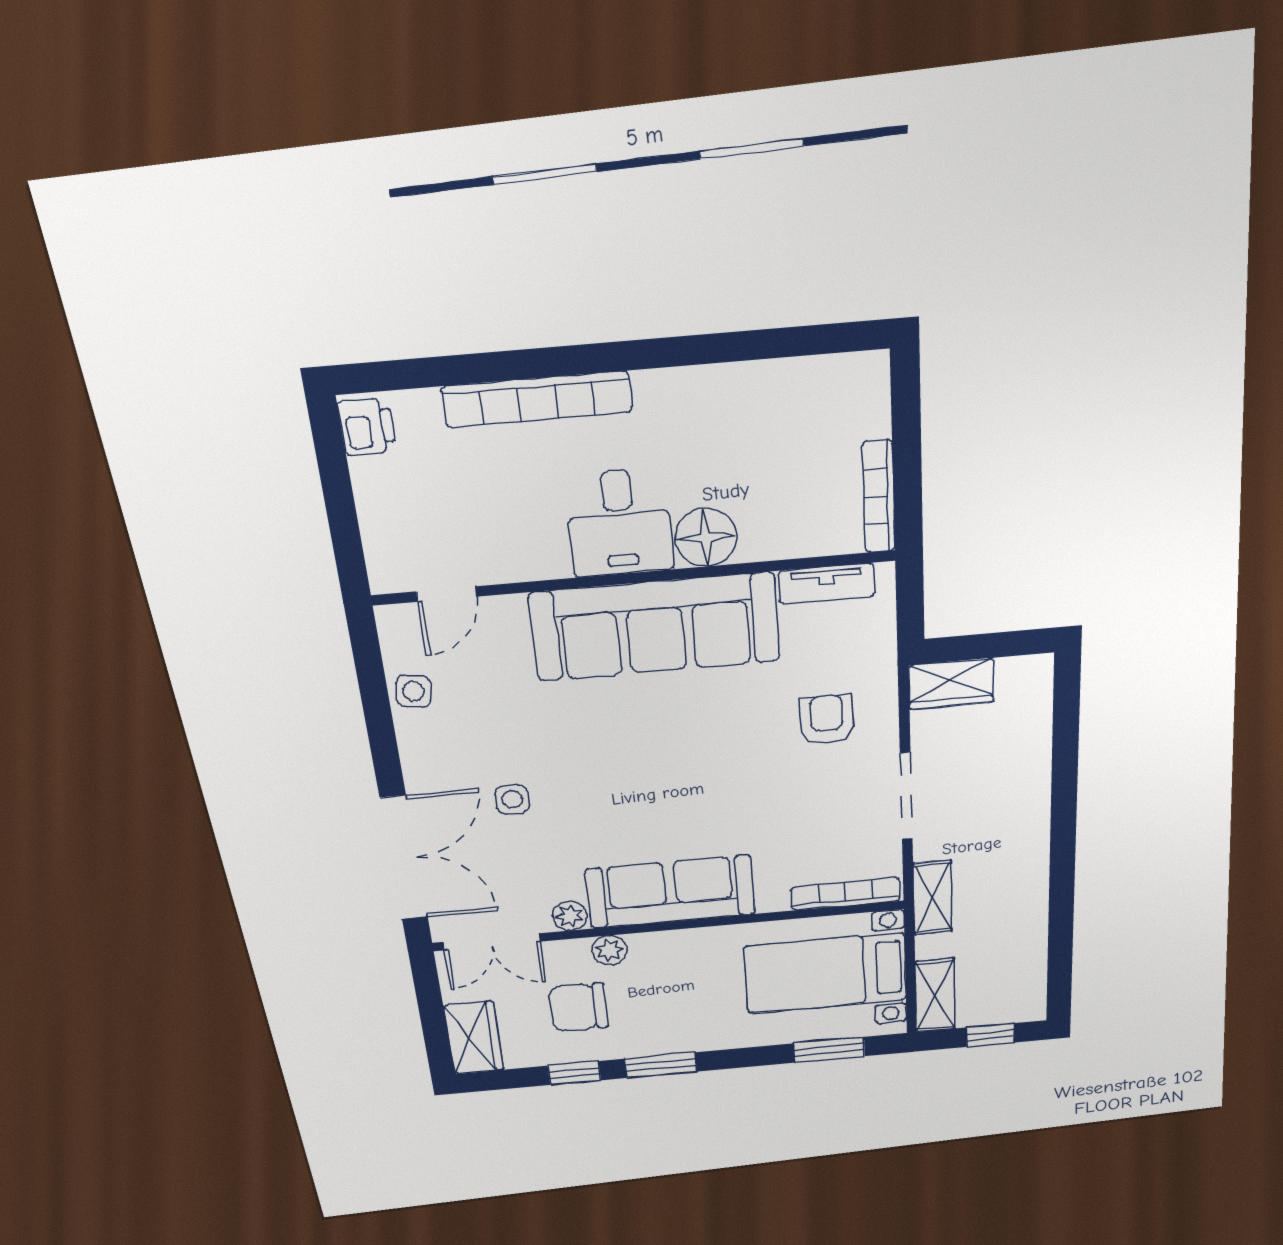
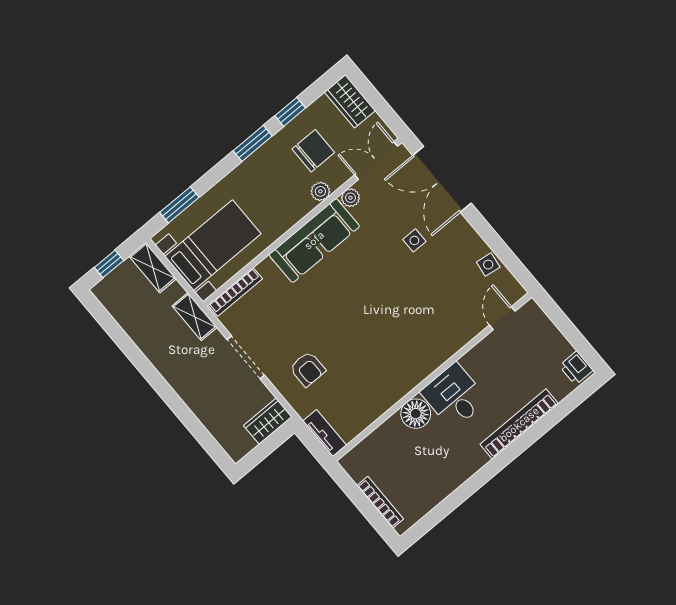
bookcase: (879, 497) -> (380, 502), moved
tv unit: (827, 584) -> (325, 433), moved, turned 90
sofa: (655, 627) -> (409, 362), removed

